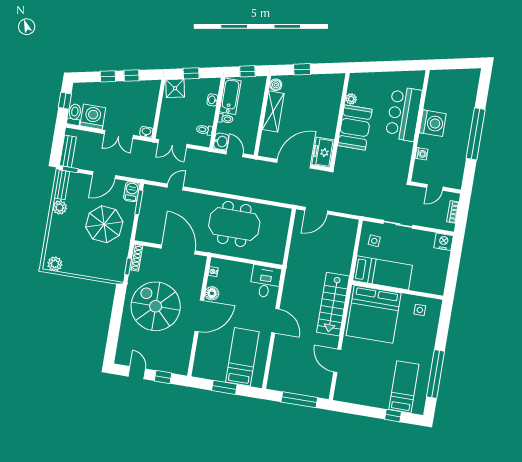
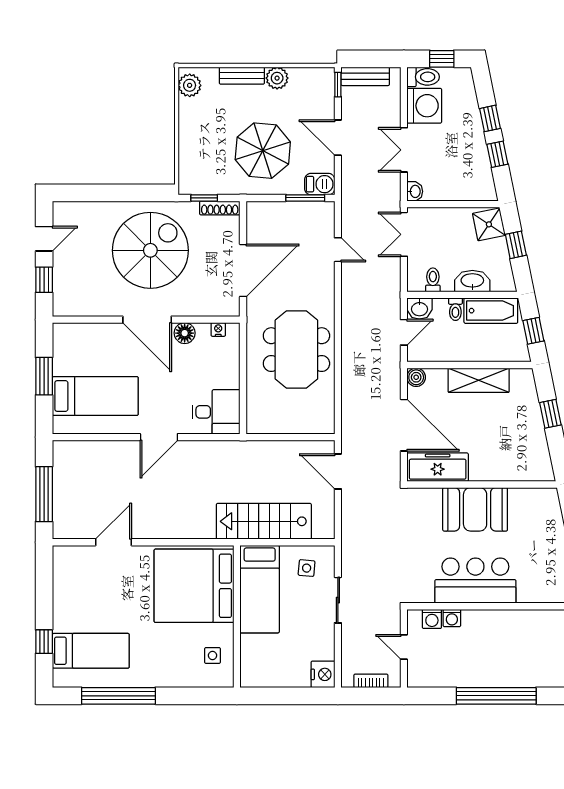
boiler: (276, 85) -> (416, 377), moved
plant: (351, 99) -> (518, 496), removed
washbasin: (212, 100) -> (472, 281), width x1.91, depth x1.45
bar counter: (404, 114) -> (475, 581), moved
washing machine: (433, 123) -> (432, 619), moved, width x0.53, depth x0.53
freezer: (323, 152) -> (438, 467), width x1.40
bench: (62, 185) -> (242, 76), moved
stairs: (333, 304) -> (264, 521), moved

